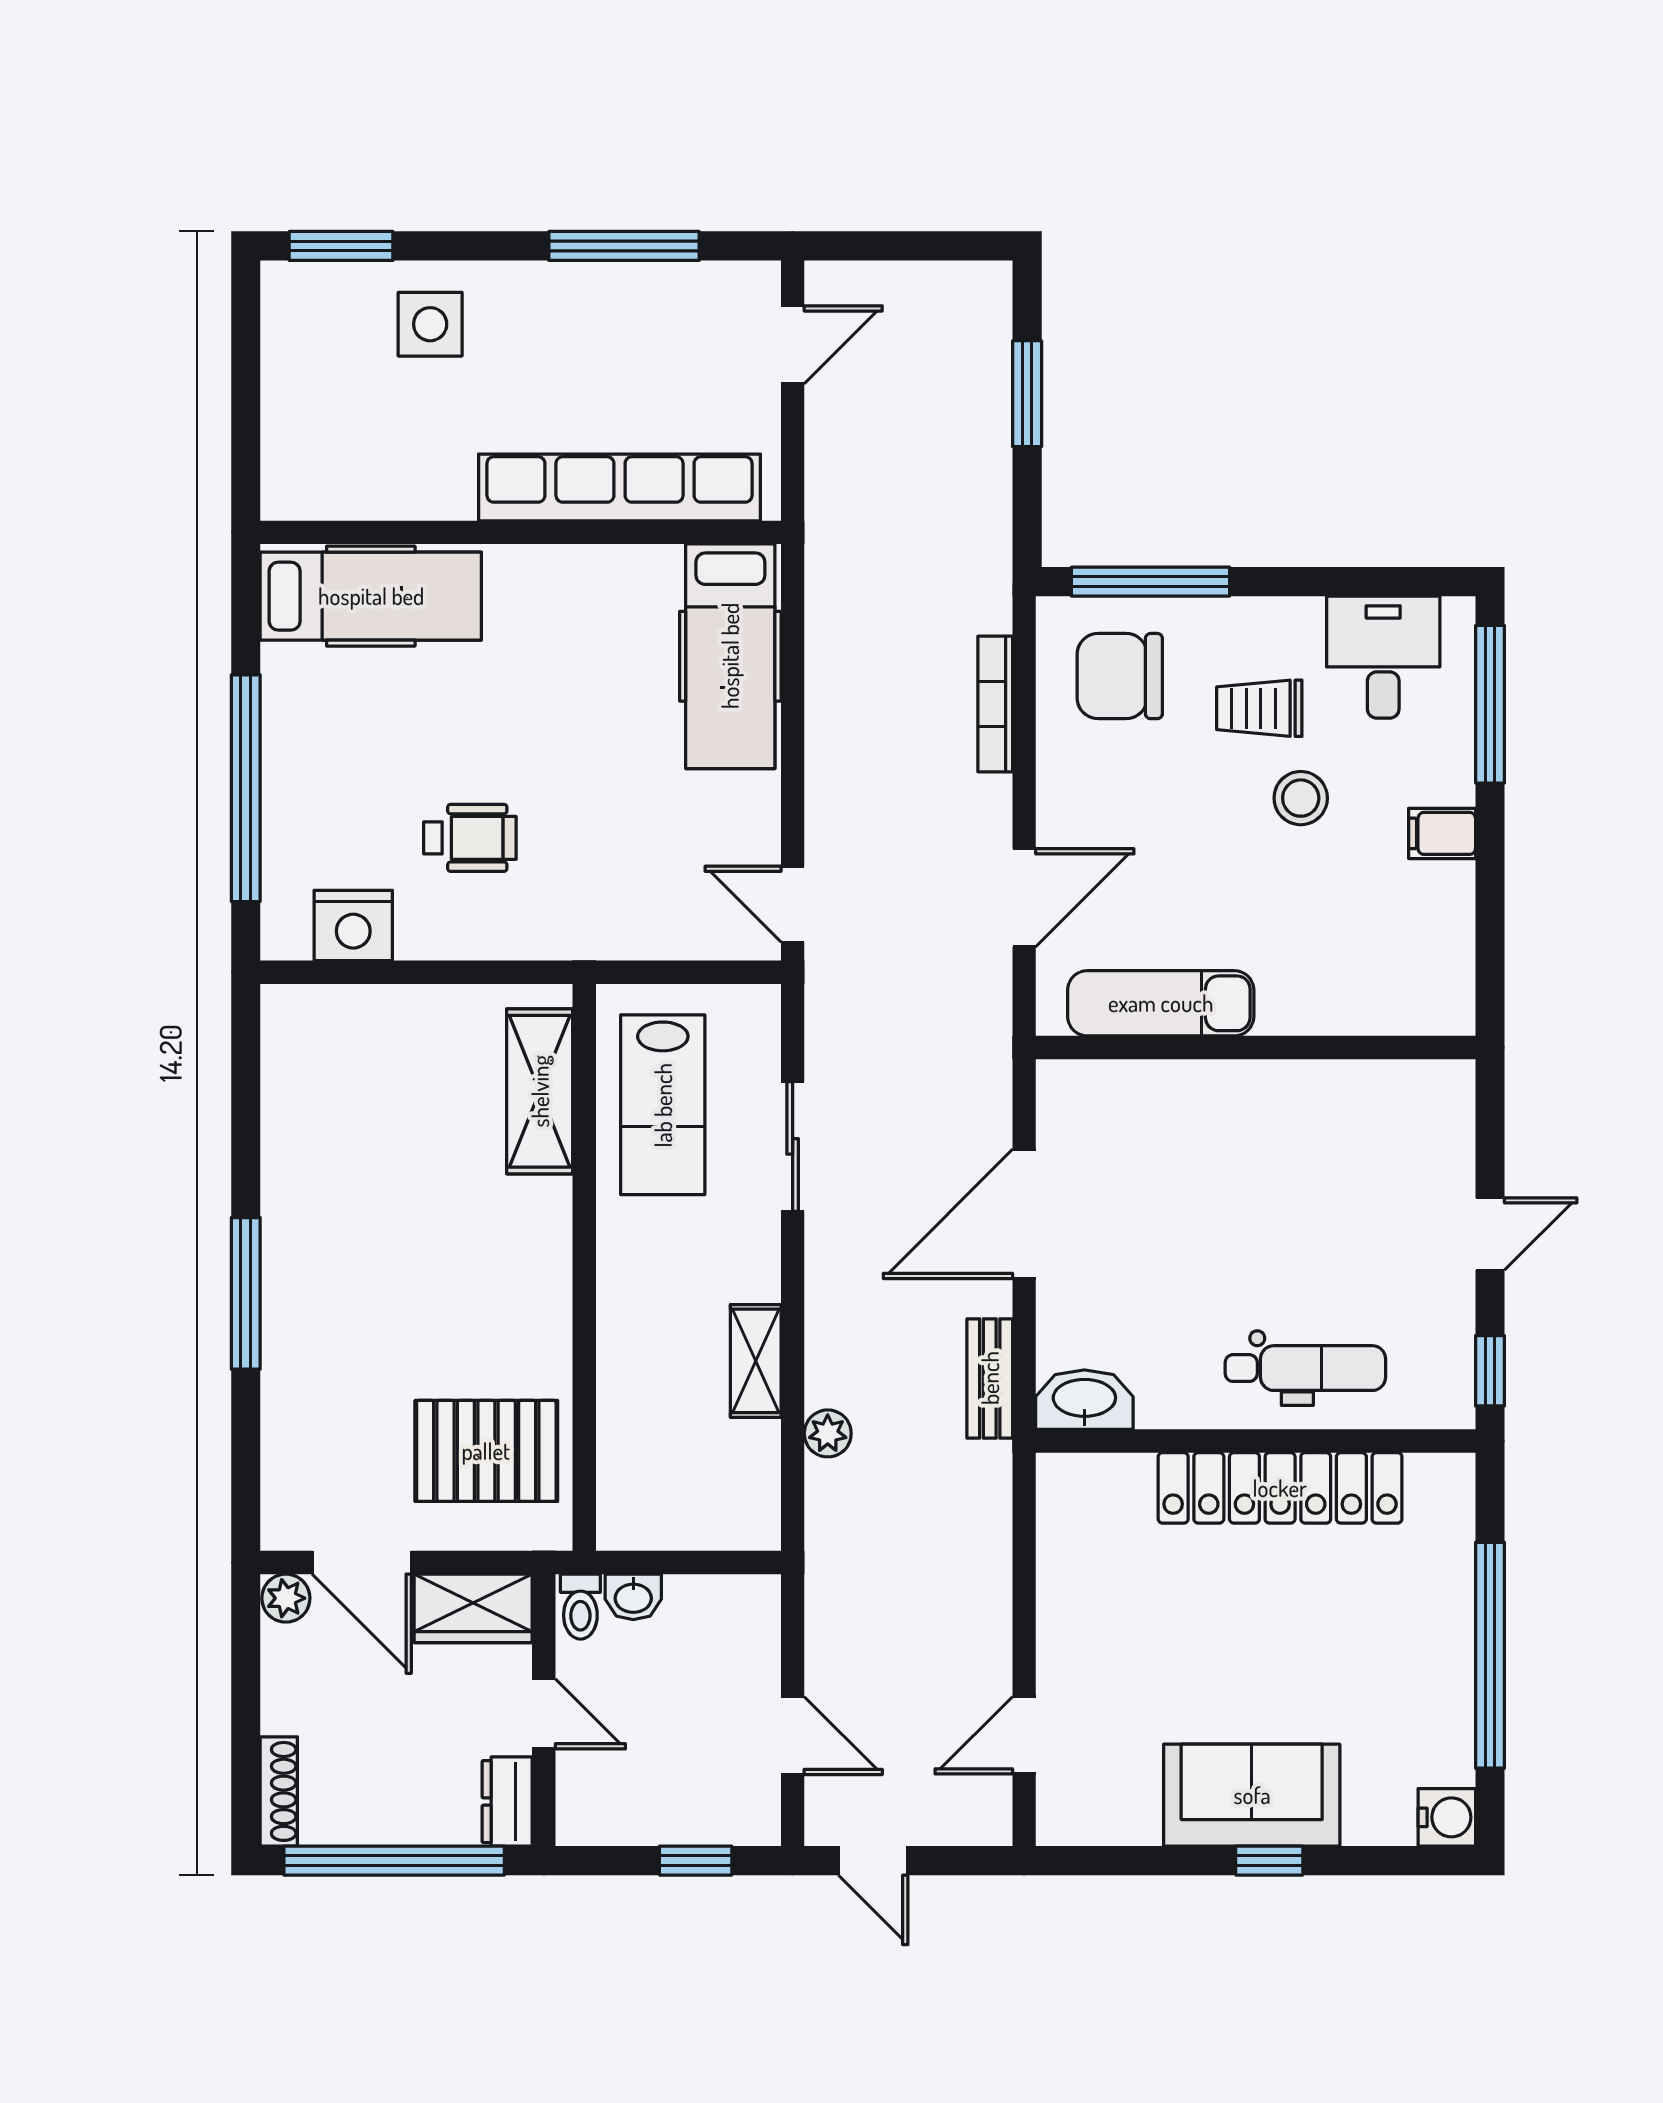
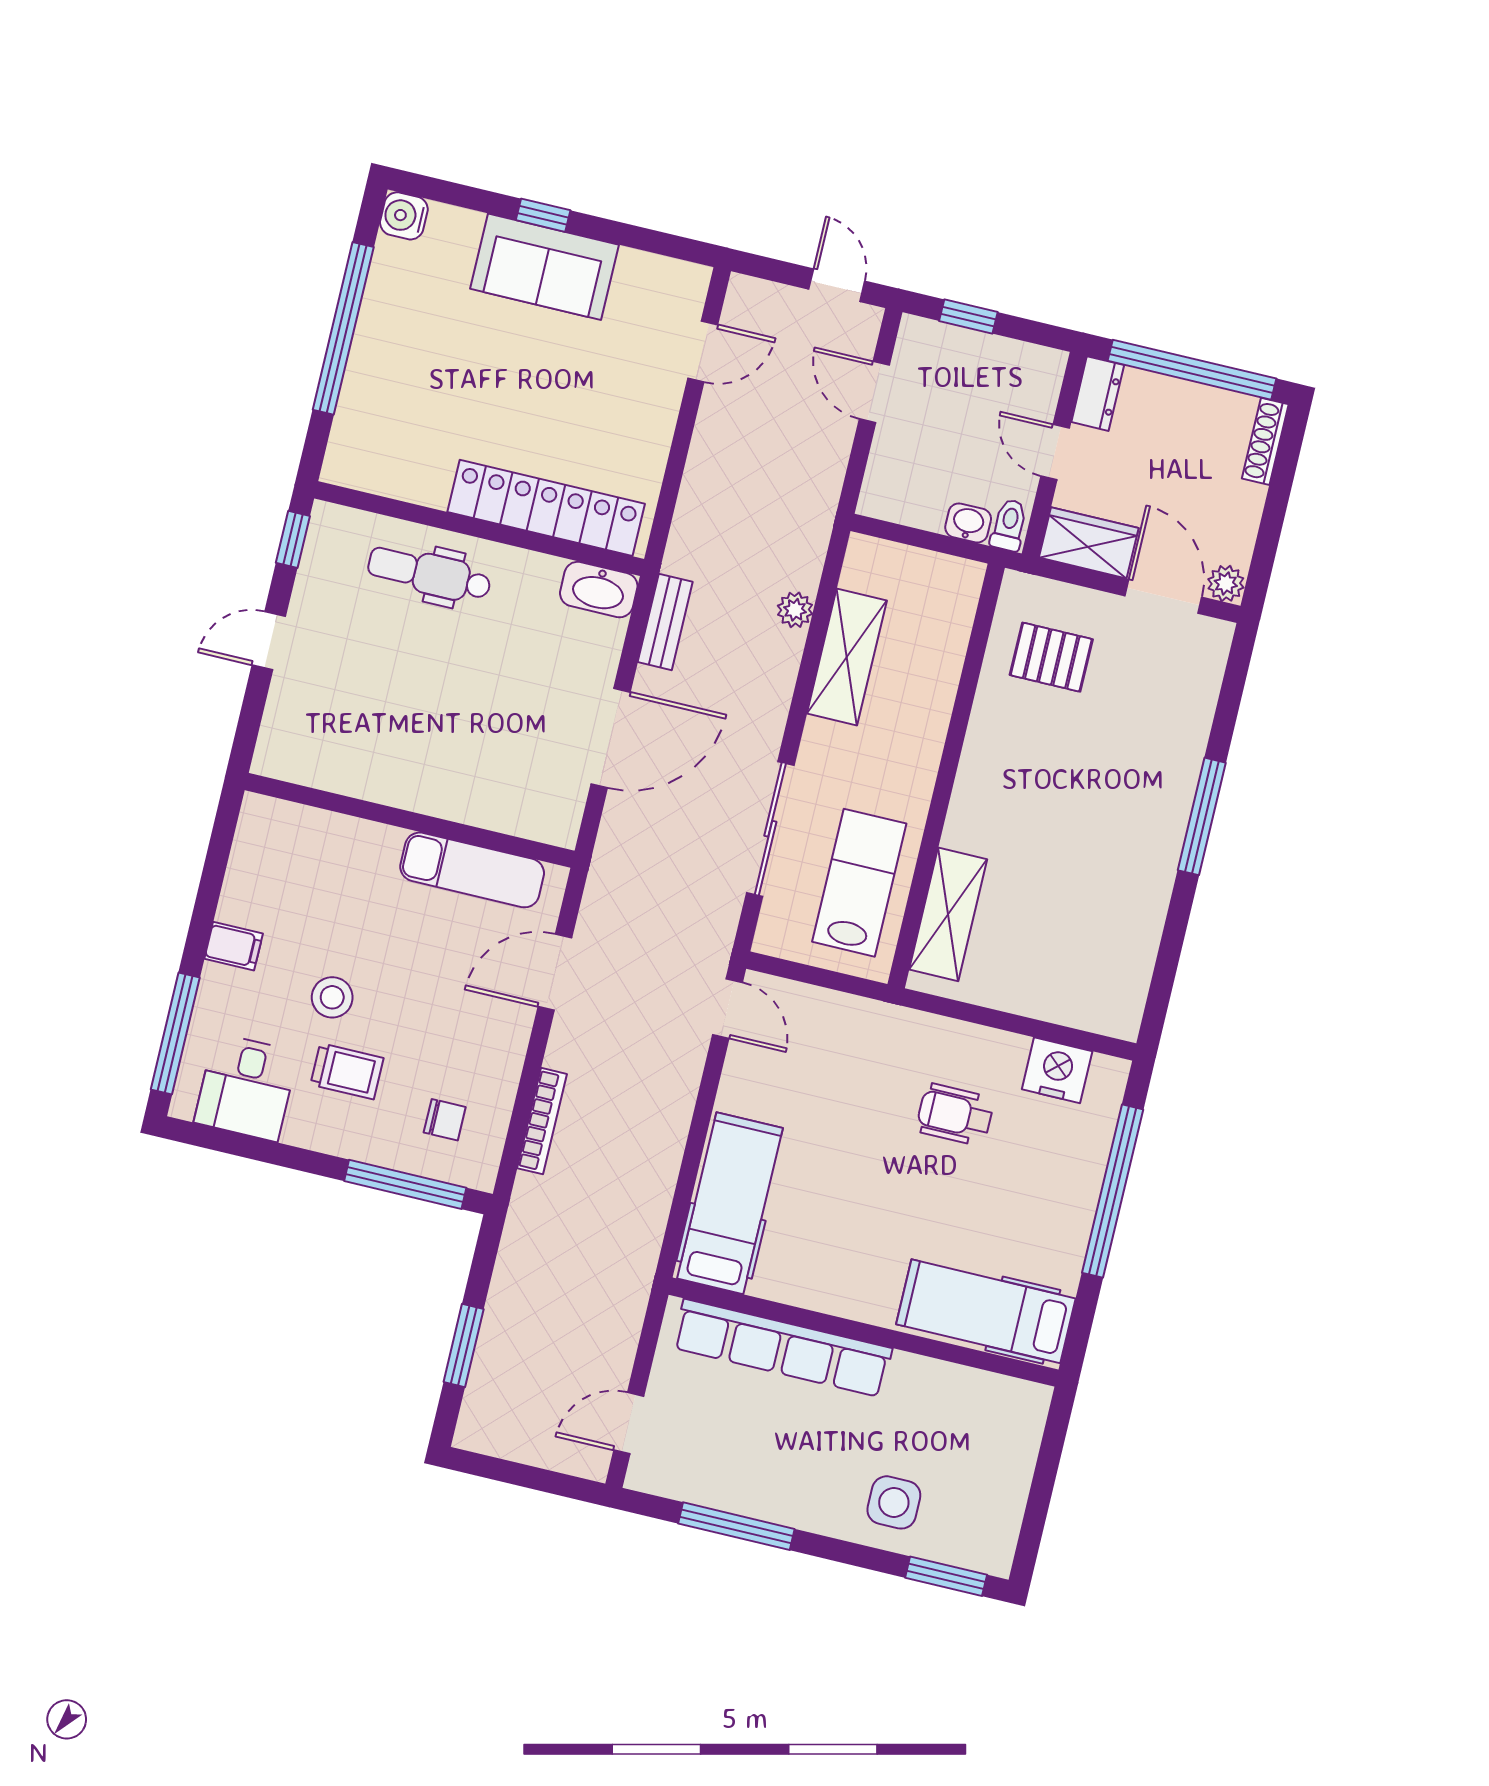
chair: (1120, 676) -> (445, 1120), width x0.54, depth x0.54
sliding door: (793, 1146) -> (770, 829), width x1.37
shelving: (756, 1361) -> (847, 657), width x1.50, depth x1.33
pallet: (486, 1451) -> (1051, 657), width x0.67, depth x0.71
locker: (1280, 1488) -> (546, 508), moved

